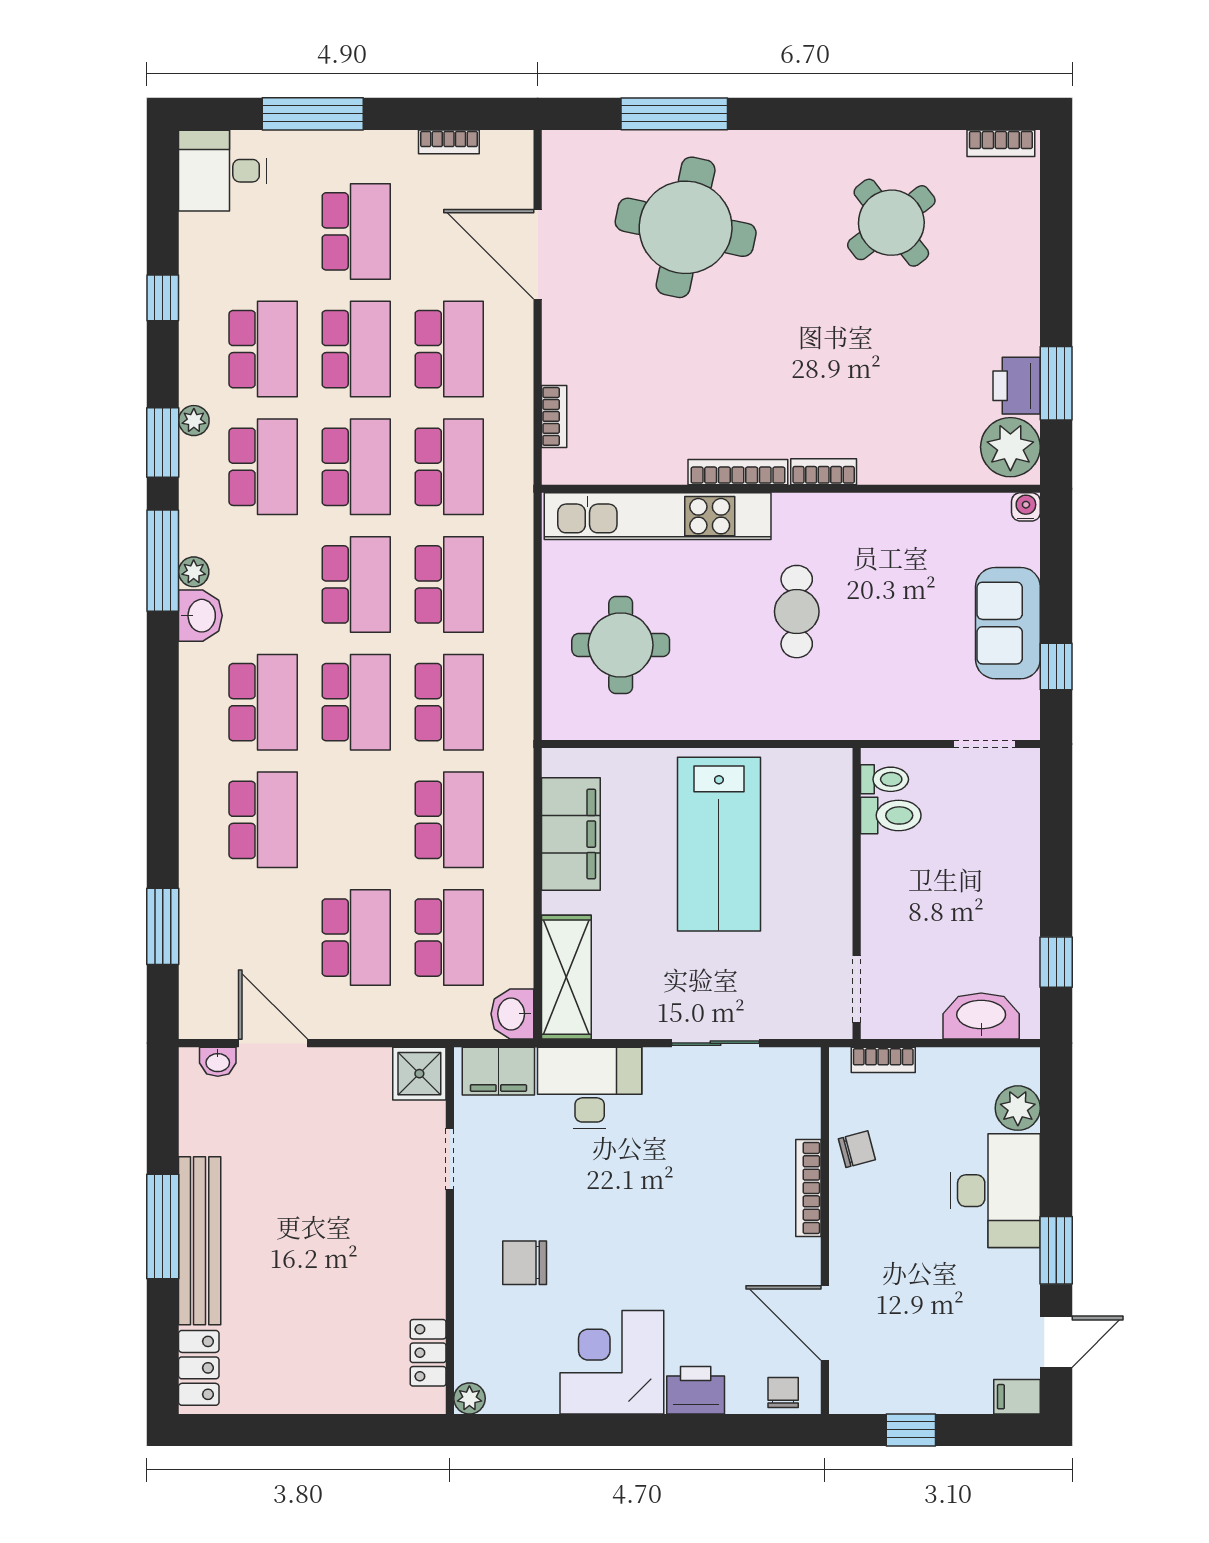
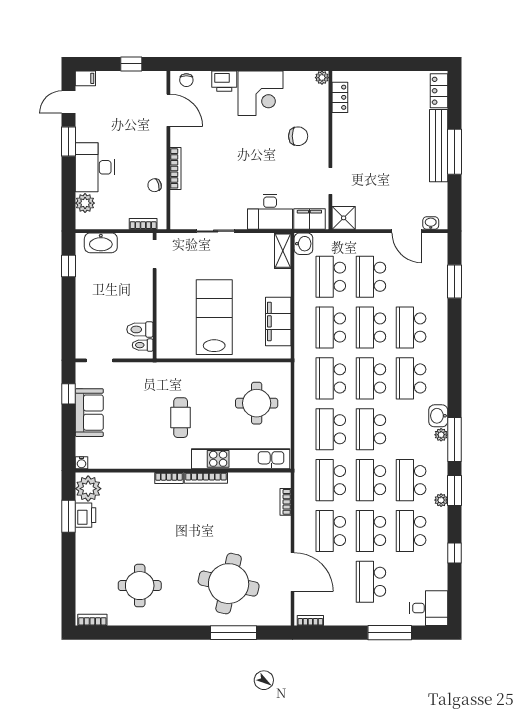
bookcase: (449, 142) -> (310, 620), moved
round table: (891, 223) -> (140, 586), turned 38
school desk: (356, 820) -> (371, 328), added
shelving: (566, 977) -> (283, 251), width x0.67, depth x0.75

